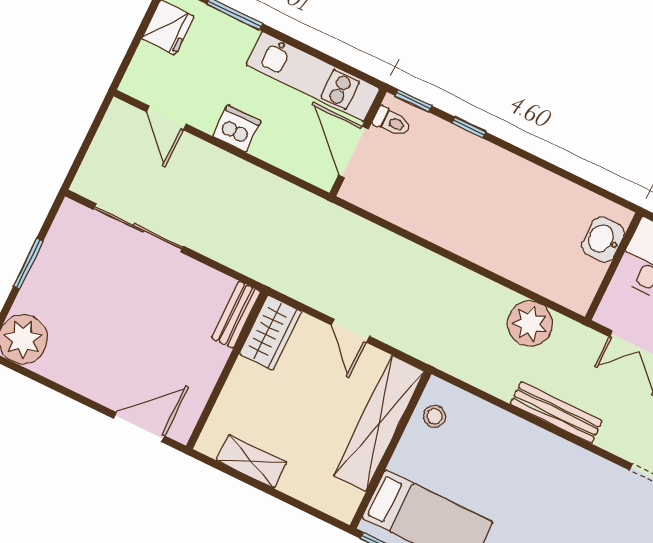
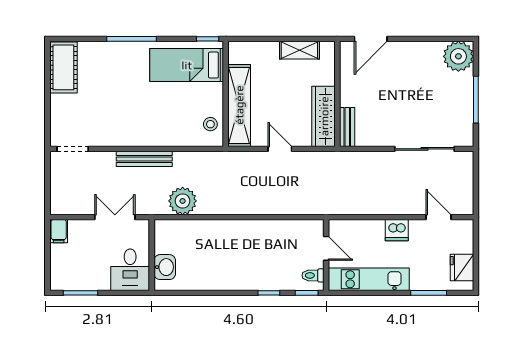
door: (353, 152) -> (326, 248), width x0.73
window: (28, 264) -> (476, 100), width x1.44
wardrobe: (270, 333) -> (324, 116), width x1.50

